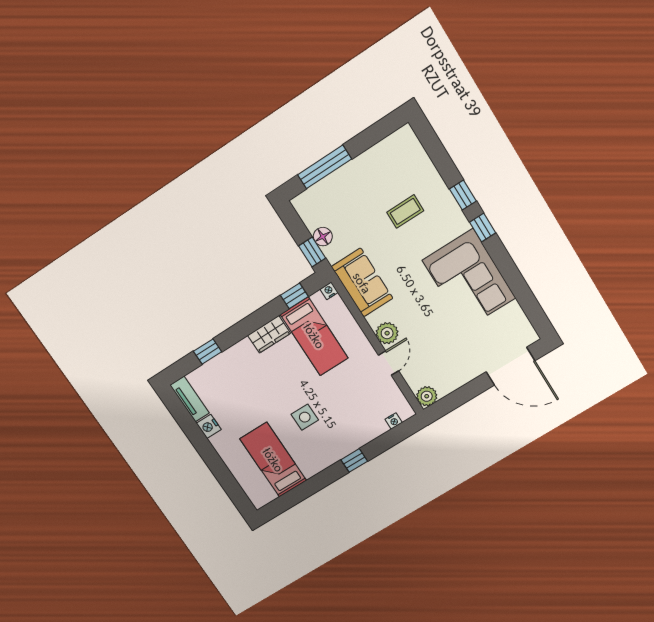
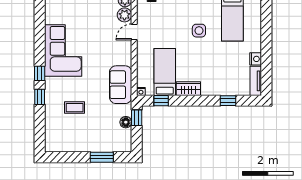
window: (325, 167) -> (102, 157), width x0.69
plant: (387, 333) -> (124, 15), moved

